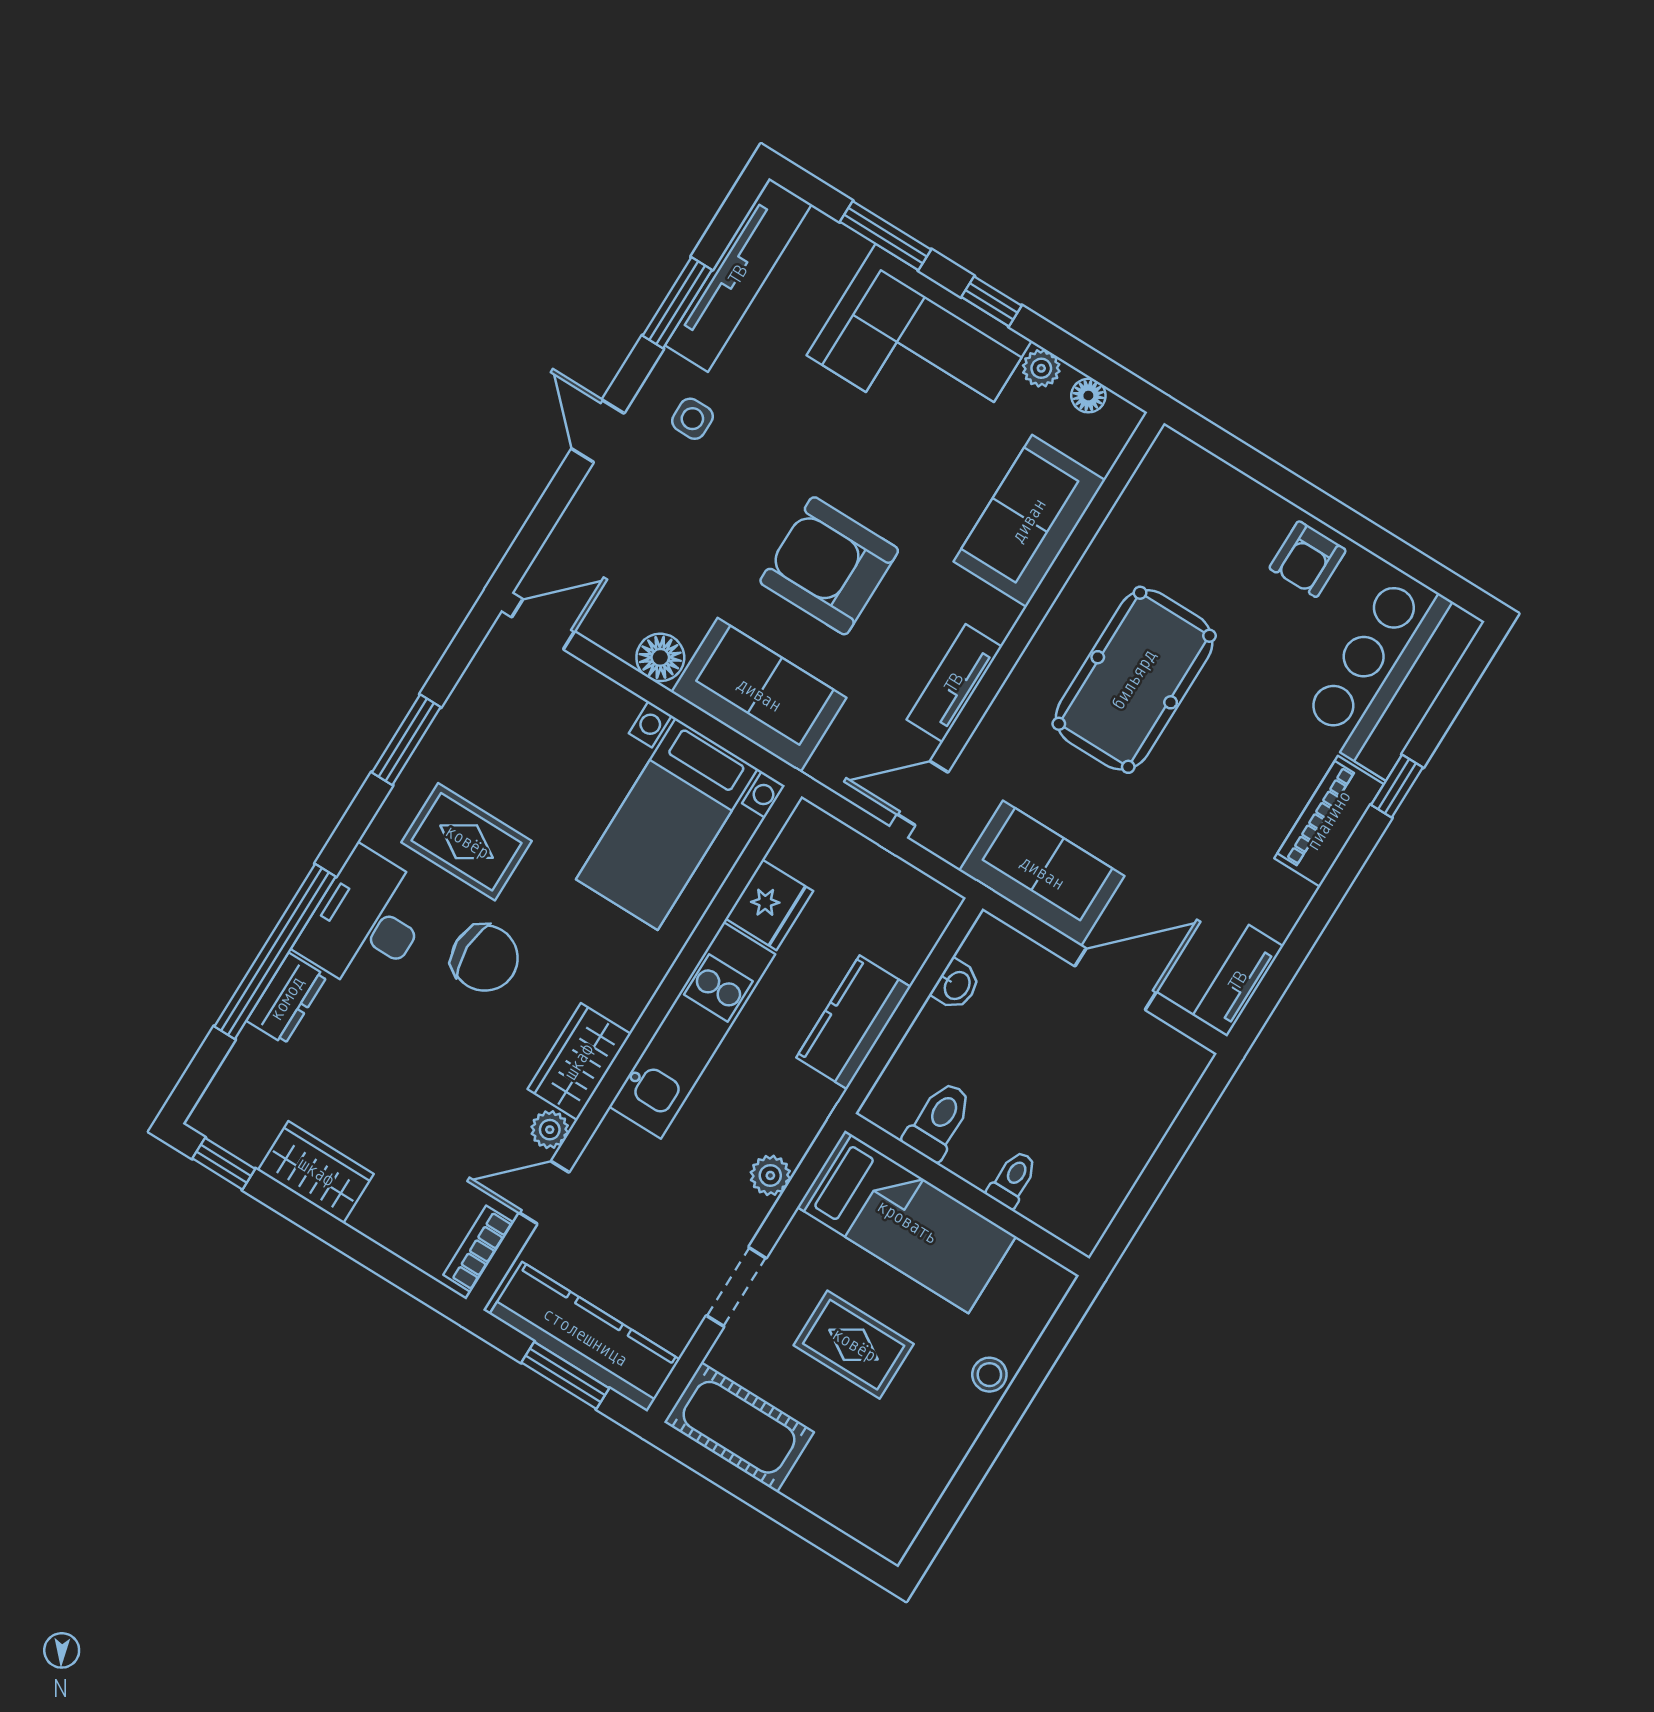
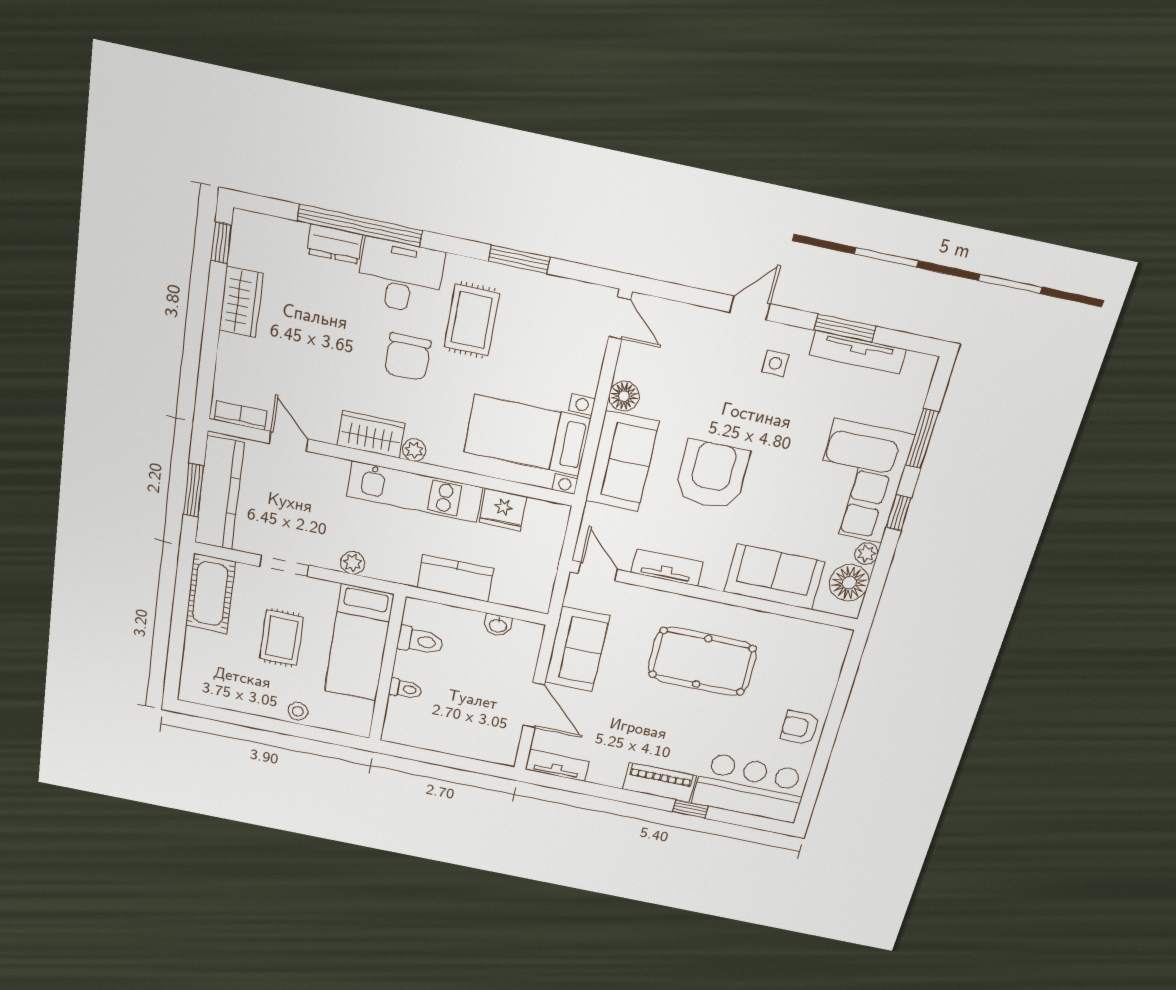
tv unit: (738, 275) -> (858, 352), width x0.73, depth x0.78
floor lamp: (1088, 396) -> (849, 583), width x1.89, depth x1.89
plant: (550, 1130) -> (414, 450), moved

